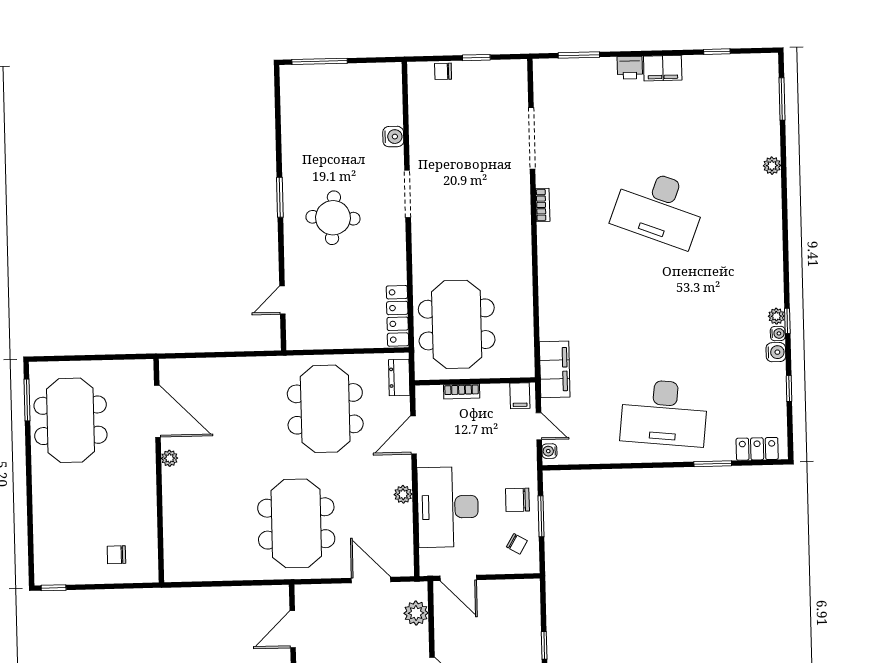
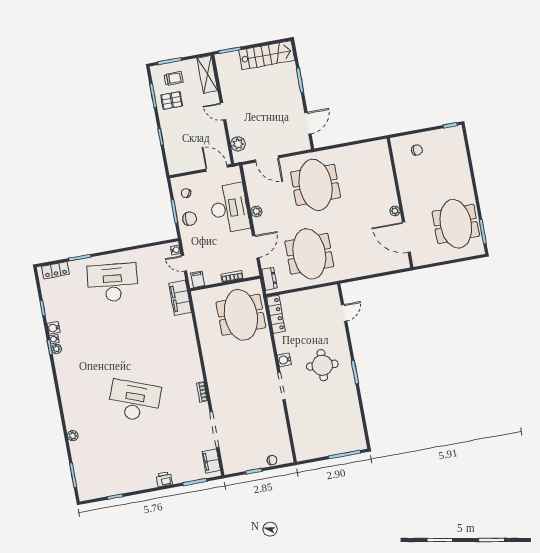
filing cabinet: (663, 68) -> (211, 461), moved, turned -90
water cooler: (393, 137) -> (284, 360), moved

